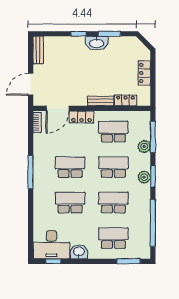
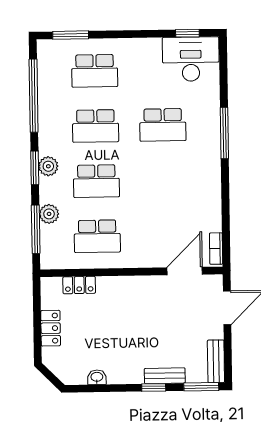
window: (109, 34) -> (201, 387), moved
washbasin: (97, 43) -> (97, 377), moved, width x0.52, depth x0.69
bench: (101, 101) -> (165, 376), moved
locker: (81, 117) -> (147, 258), removed
school desk: (70, 167) -> (164, 180), removed
window: (31, 172) -> (224, 133), moved
washbasin: (79, 252) -> (148, 49), removed

